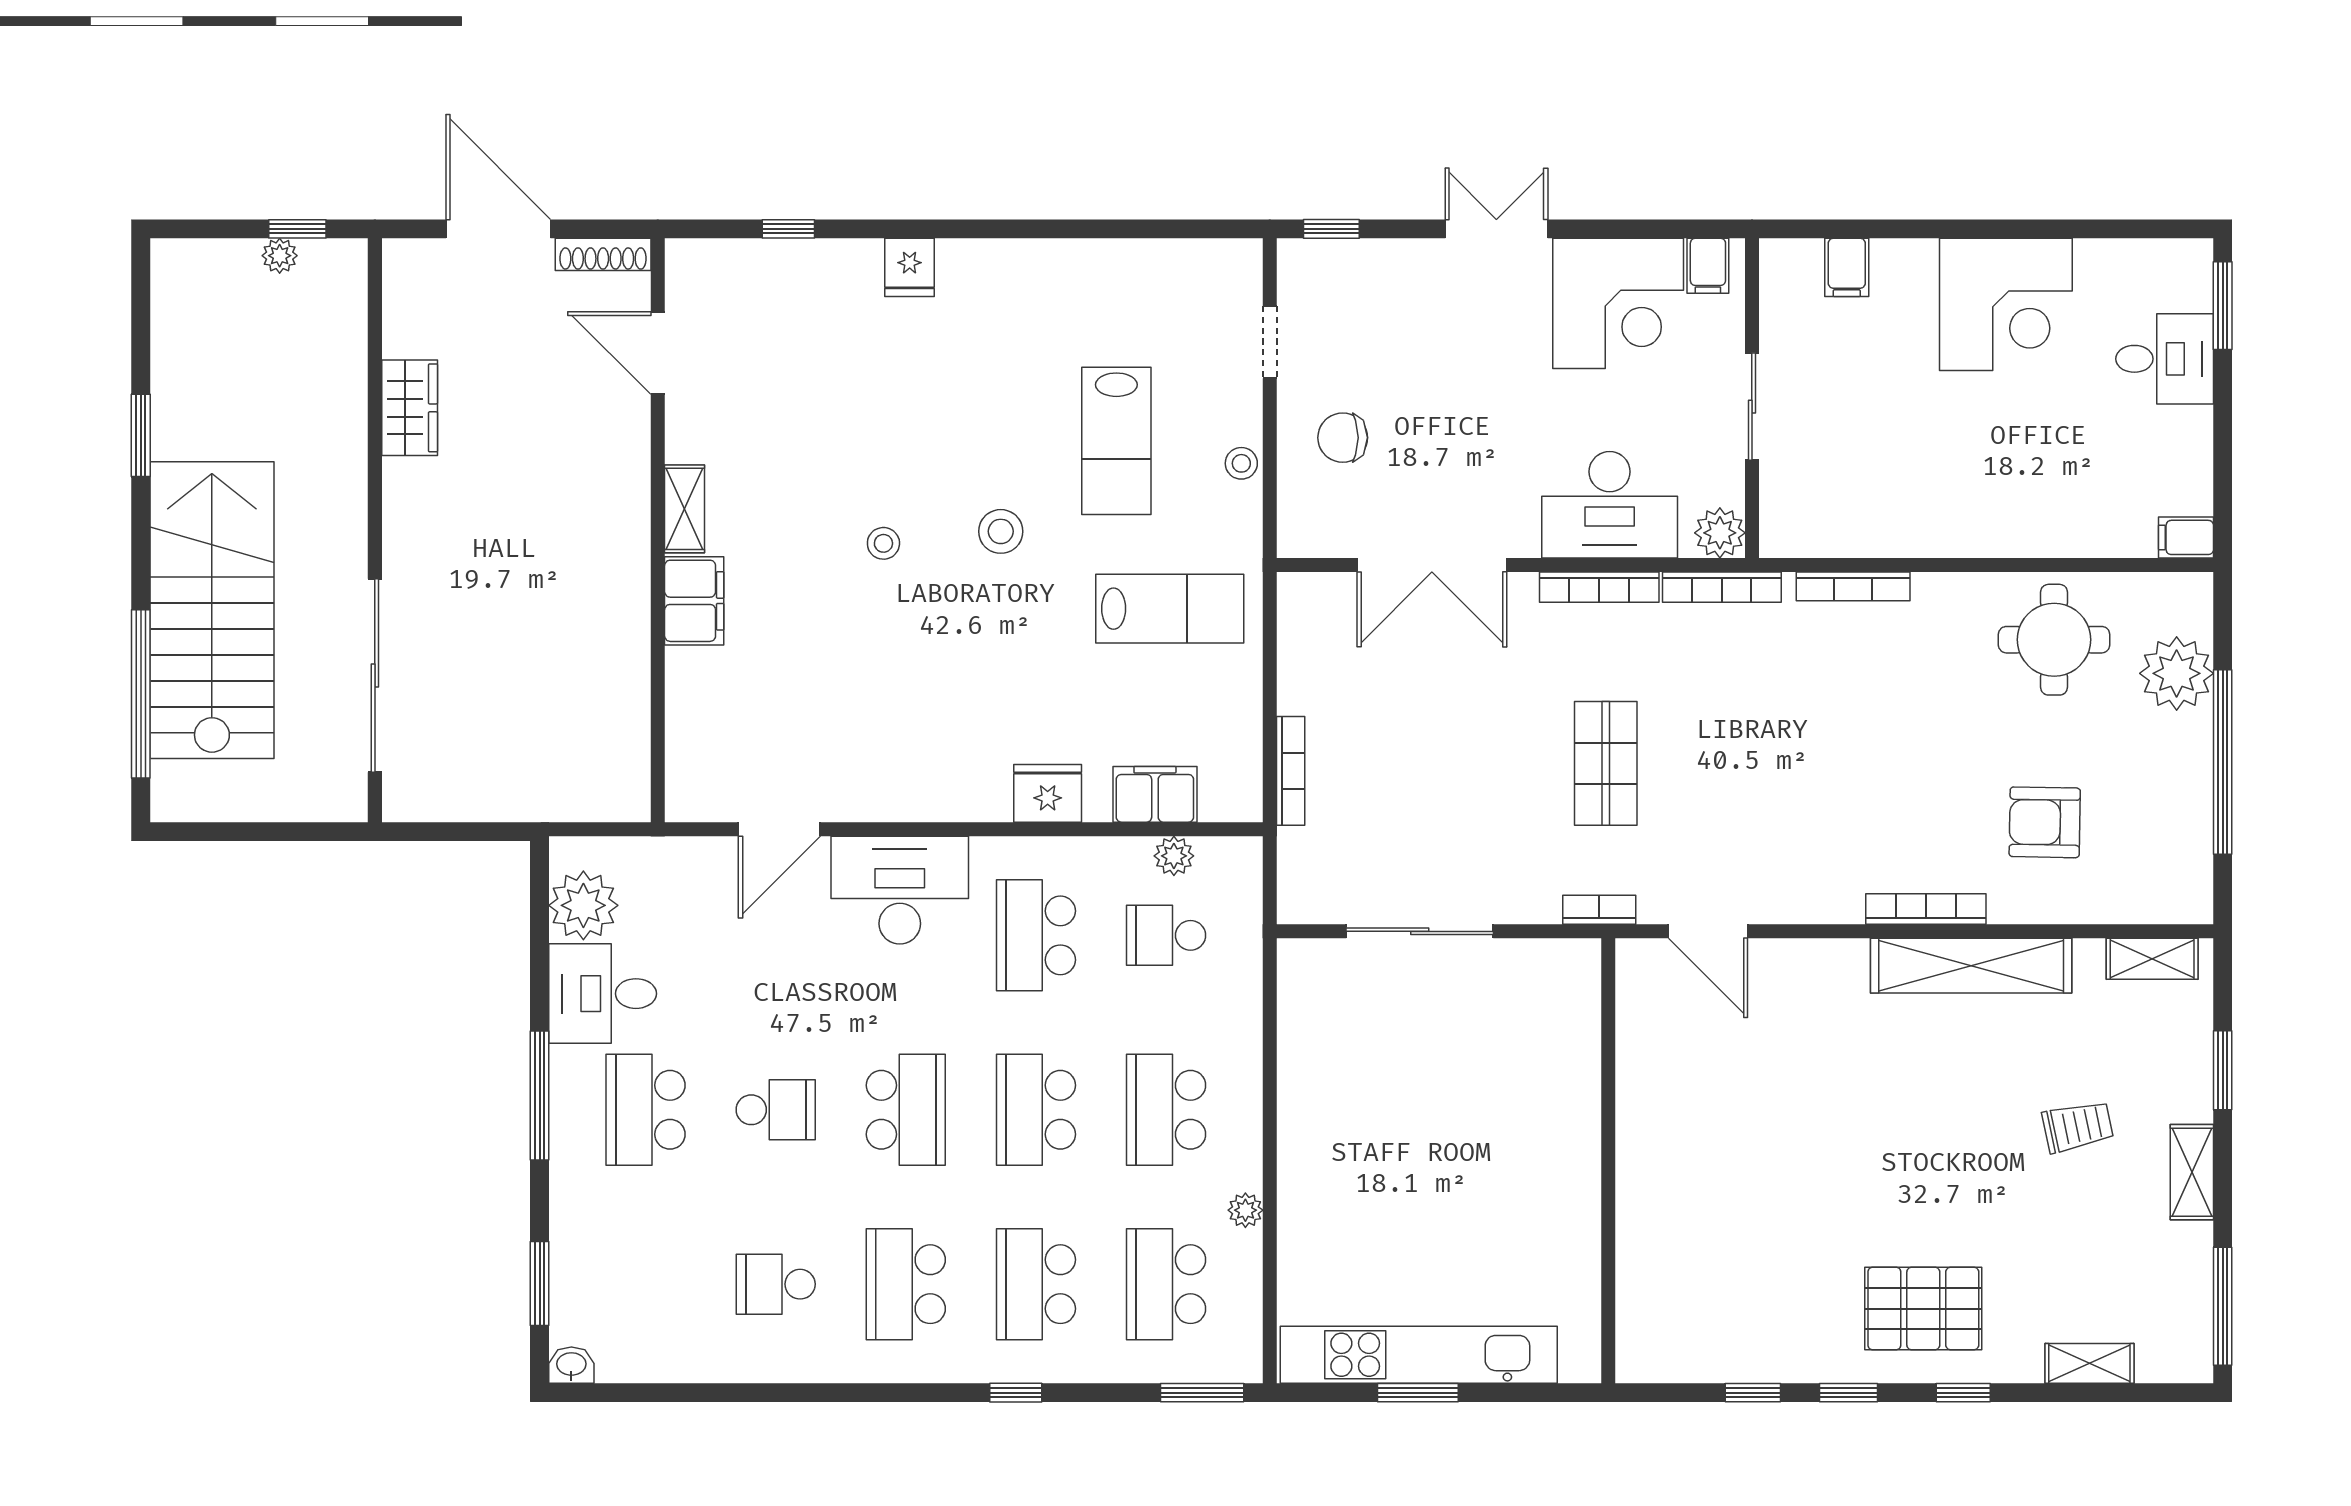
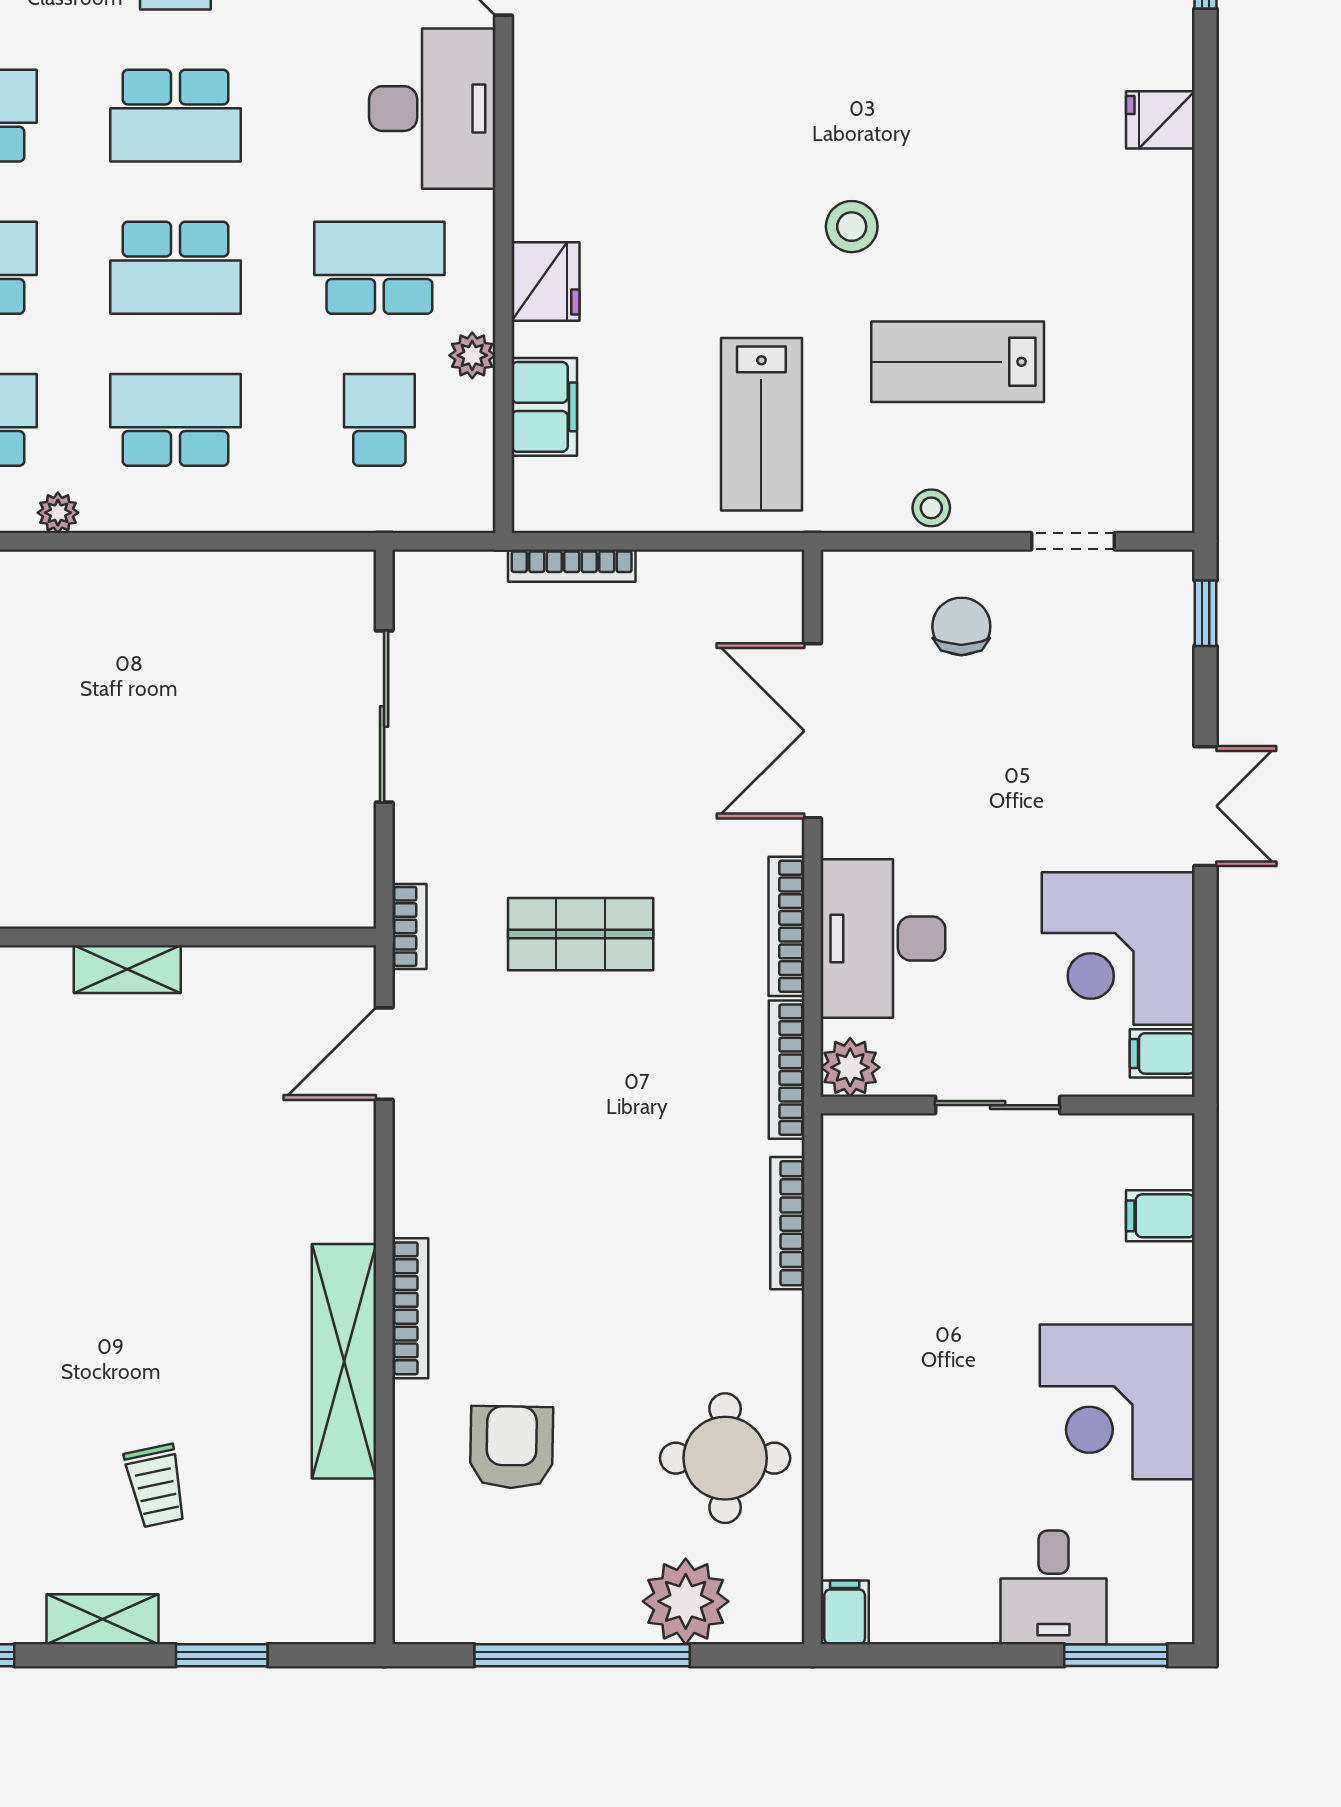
stool: (883, 543) -> (838, 89), removed
plant: (1174, 856) -> (472, 355), moved
shelving: (2152, 959) -> (127, 969), moved, turned 90
school desk: (1036, 1110) -> (175, 268), turned 180

